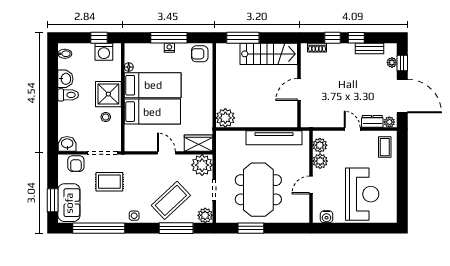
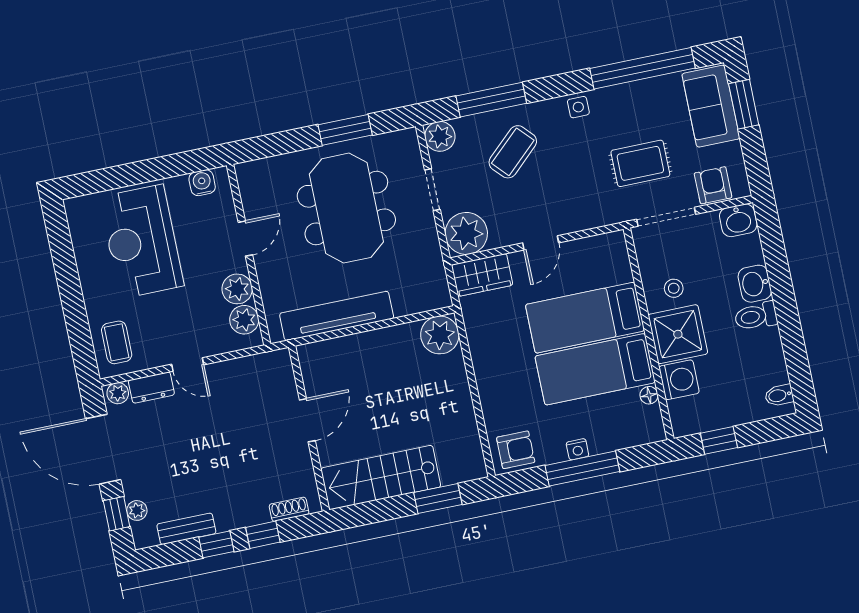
window: (243, 38) -> (438, 499), width x0.69
washing machine: (104, 52) -> (679, 380), moved, turned 90
washbasin: (65, 79) -> (755, 284), moved
door: (166, 153) -> (541, 243), hinge flipped
coffee table: (171, 200) -> (513, 152), width x0.73, depth x0.76

